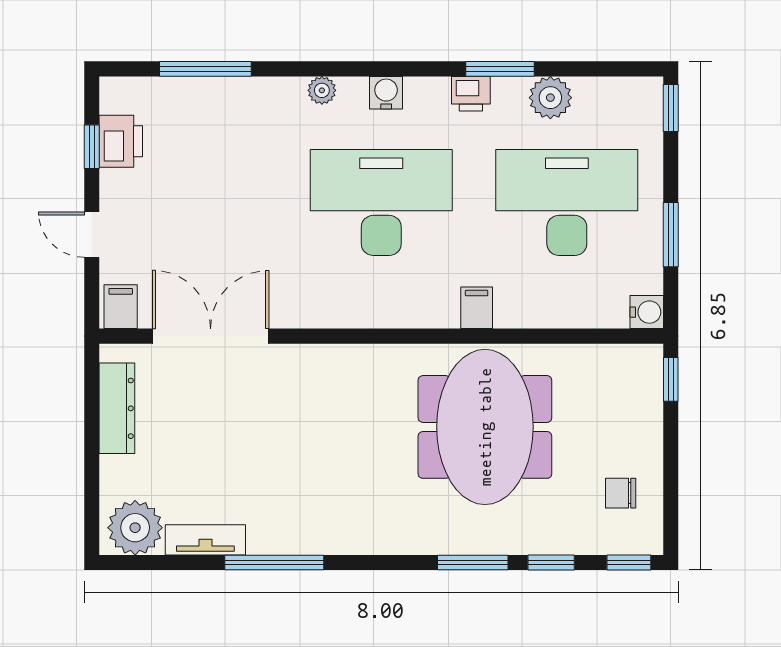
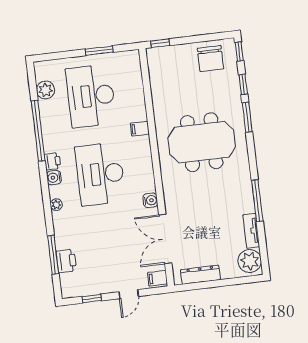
window: (500, 69) -> (38, 131), width x2.11
printer: (471, 94) -> (52, 161), moved
plant: (550, 98) -> (45, 90), moved
window: (671, 108) -> (46, 57), removed
printer: (121, 141) -> (66, 261), moved, turned 90
water cooler: (647, 312) -> (150, 200), moved, turned 90
meeting table: (485, 427) -> (202, 142), moved
chair: (621, 493) -> (210, 59), width x1.87, depth x1.87

